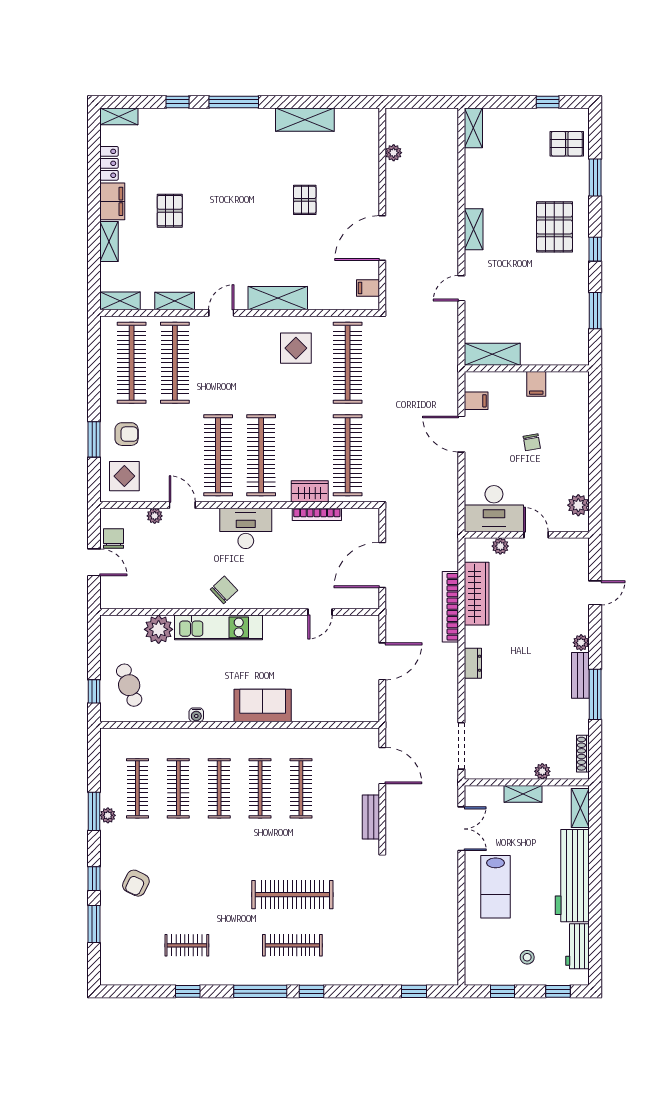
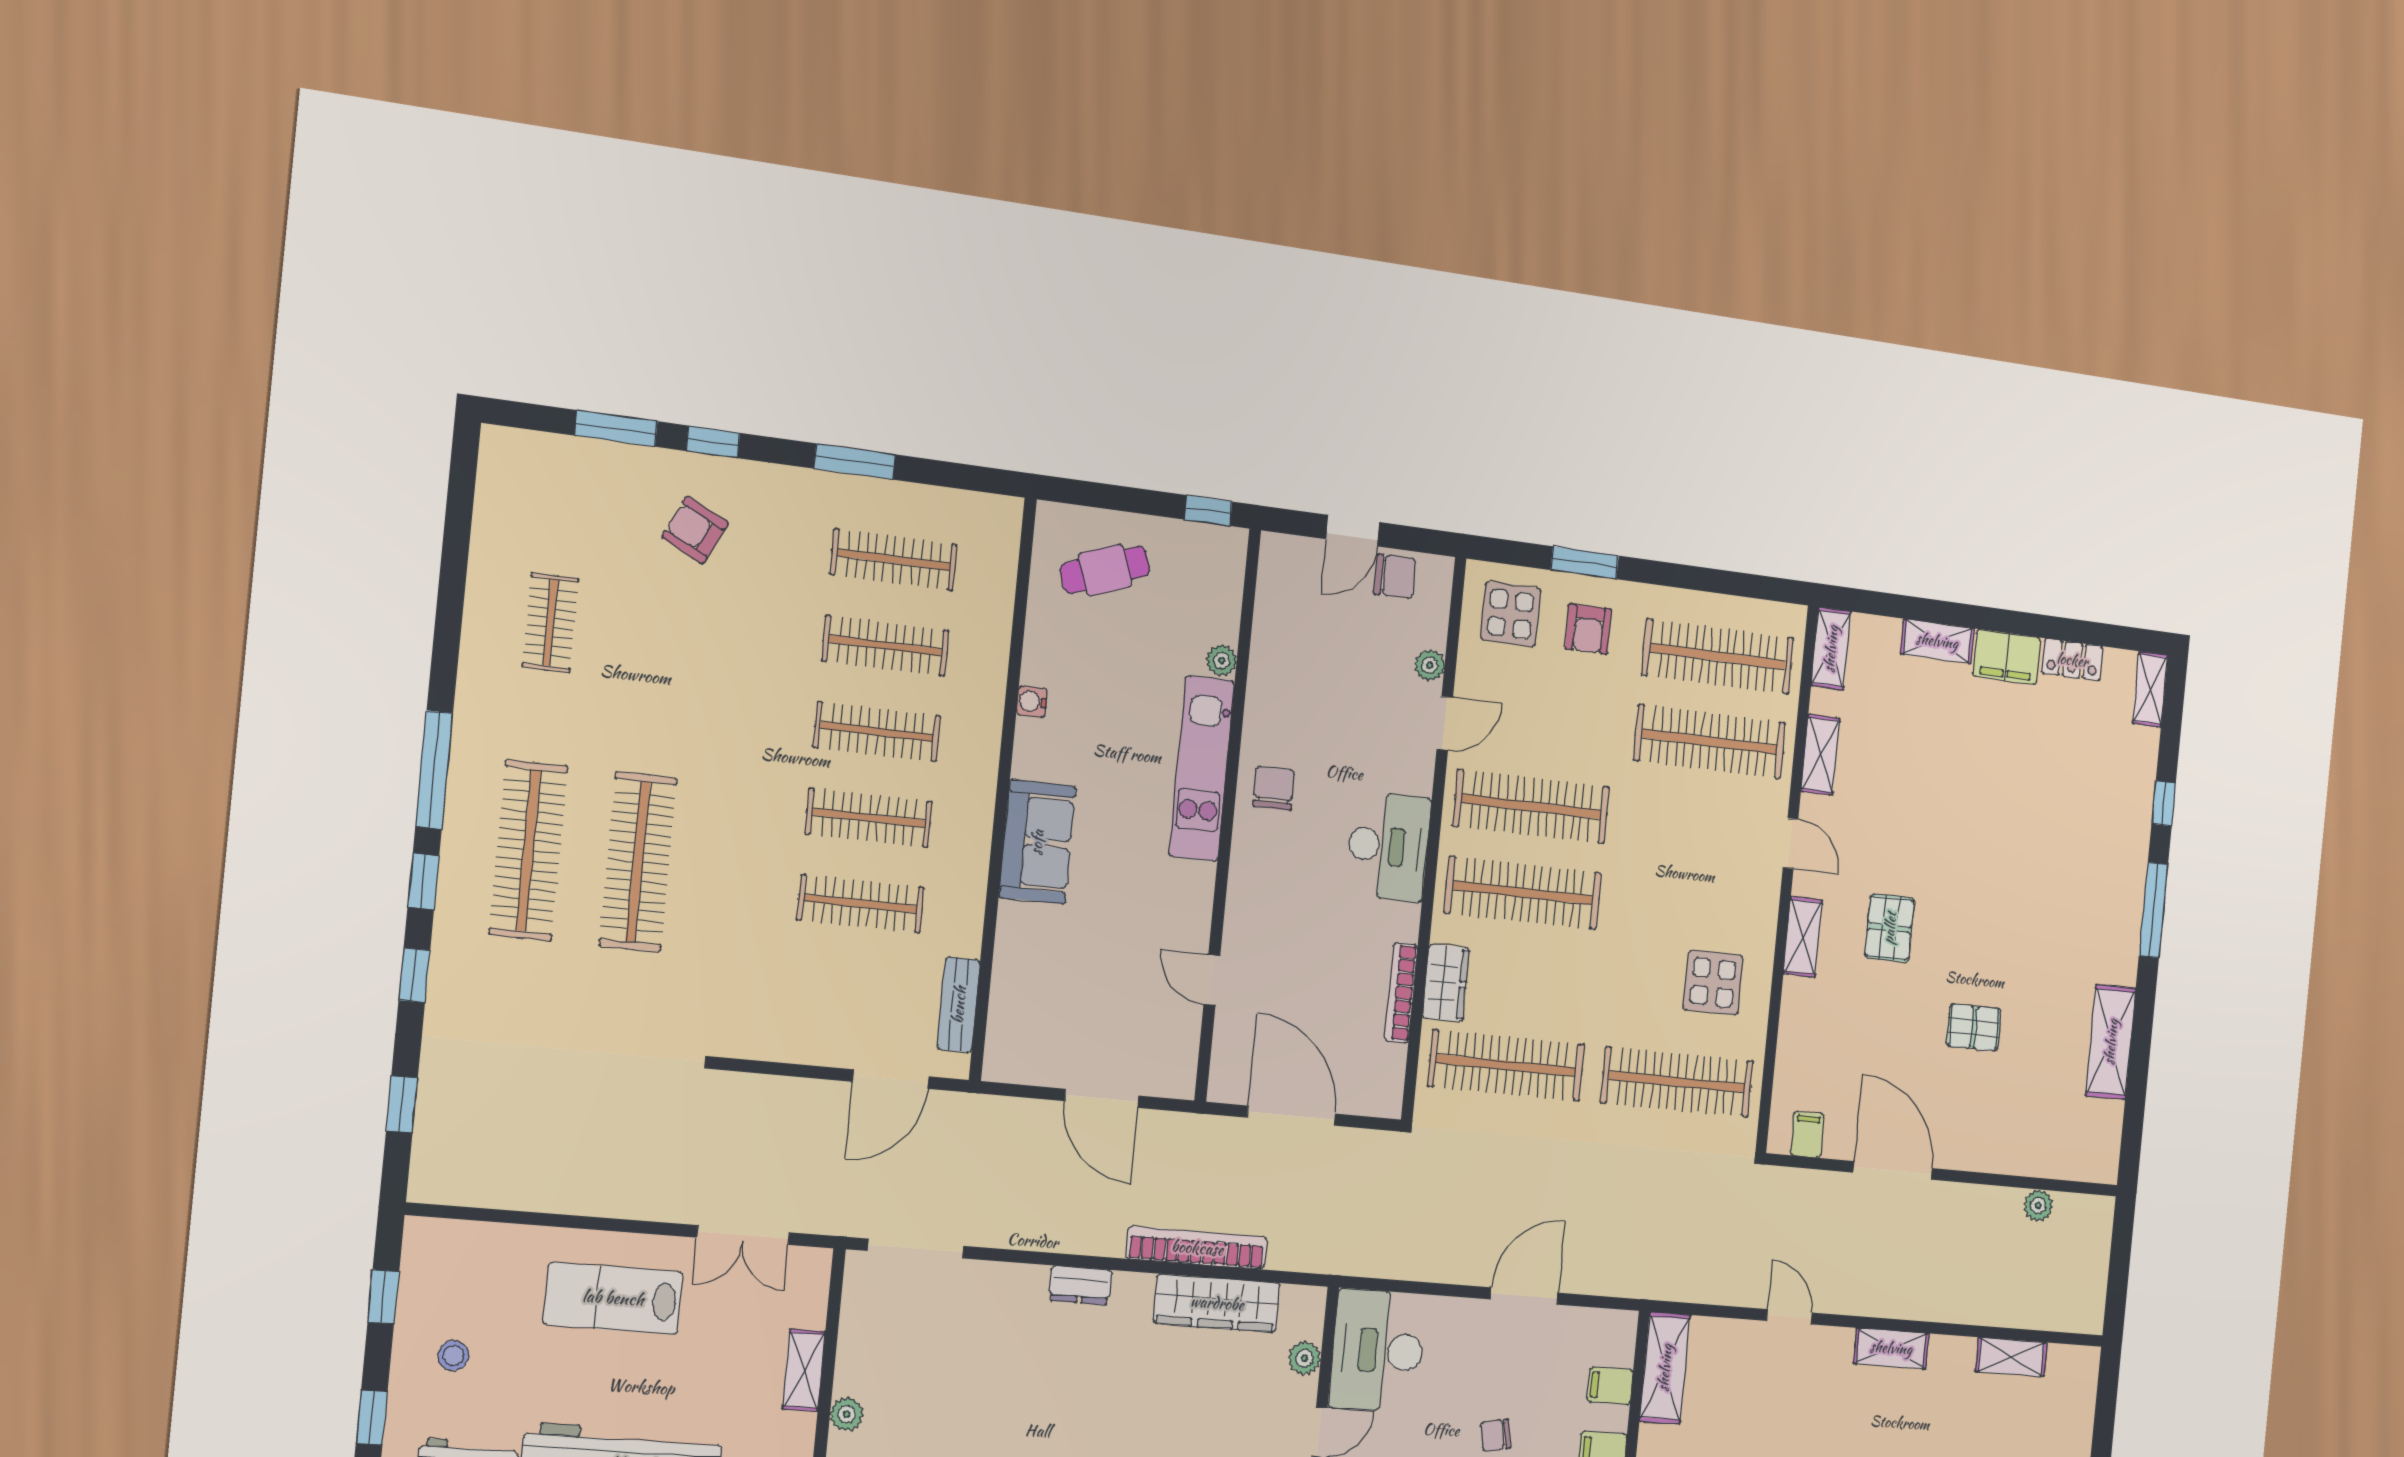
shelving: (473, 128) -> (2011, 1357), moved
pallet: (170, 211) -> (1890, 928), moved, turned 90
shelving: (278, 298) -> (1803, 937), width x0.67, depth x0.75
filing cabinet: (476, 401) -> (1610, 1386), moved, turned 90
chair: (224, 590) -> (1274, 788), turned -137
plant: (159, 629) -> (1222, 660), width x0.53, depth x0.53
window: (94, 691) -> (1208, 511), moved
plant: (108, 815) -> (844, 489), removed
bench: (371, 817) -> (959, 1005), moved, turned 90
clothes rail: (292, 945) -> (528, 850), width x1.37, depth x1.31
window: (188, 991) -> (414, 975), moved

